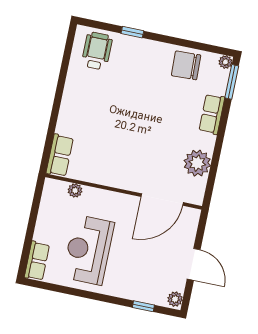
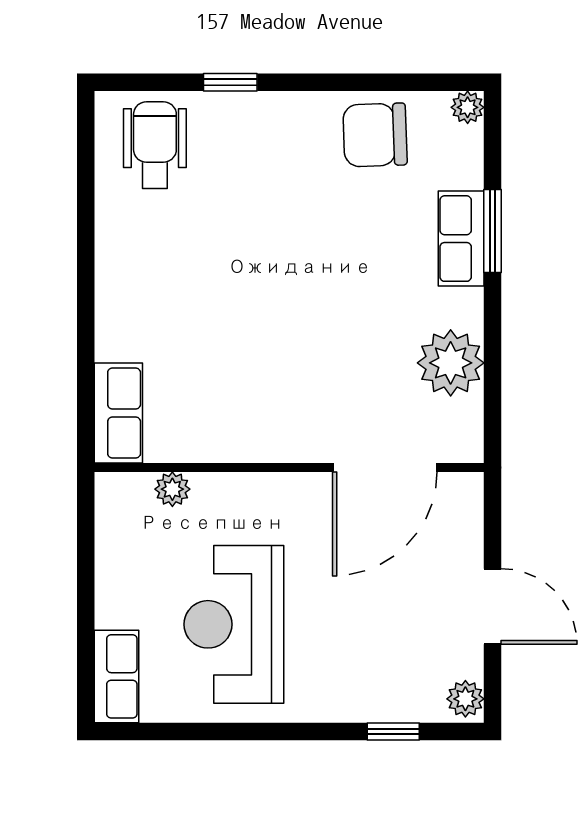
window: (232, 82) -> (492, 231), moved

